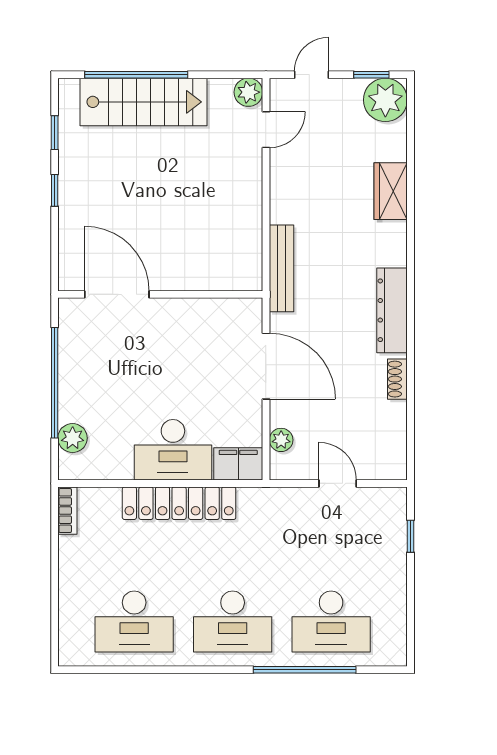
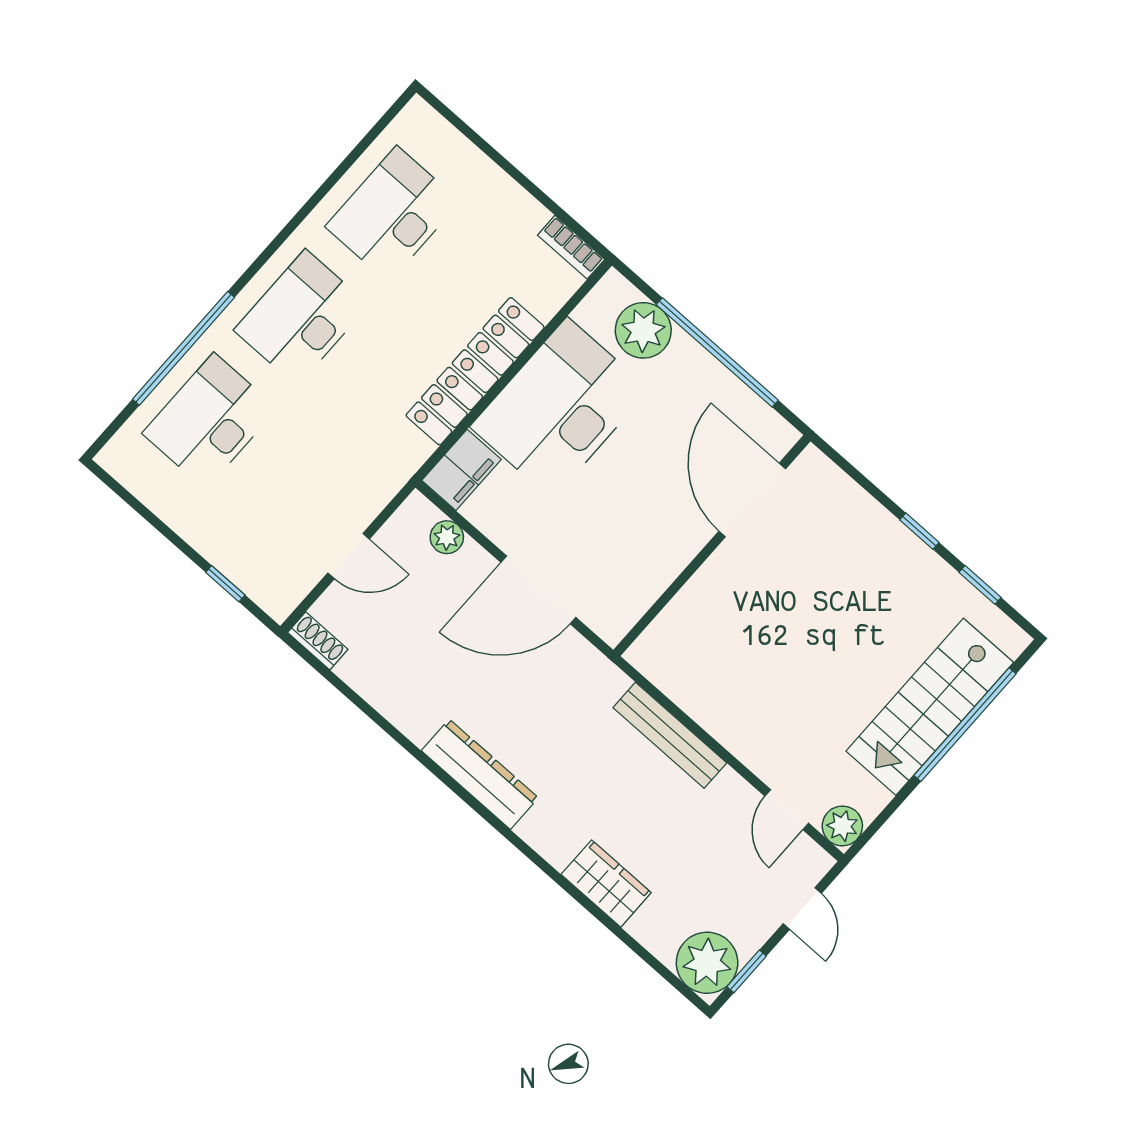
bench: (281, 268) -> (670, 735), moved
door: (117, 294) -> (752, 500), swing flipped
shoe rack: (397, 379) -> (318, 641), moved
plant: (73, 438) -> (643, 330), width x1.36, depth x1.36
desk: (173, 450) -> (560, 408), width x1.36, depth x1.30

